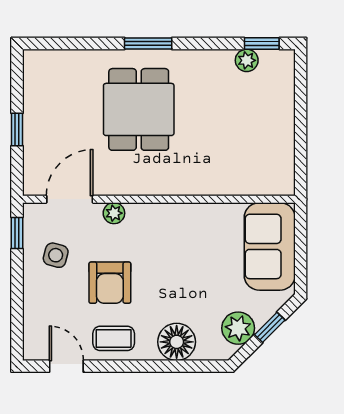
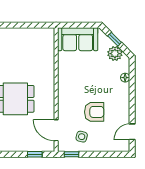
window: (17, 129) -> (35, 154), moved
plant: (114, 213) -> (63, 110), removed
coffee table: (114, 338) -> (120, 110), removed
floor lamp: (177, 342) -> (125, 78), width x0.53, depth x0.53

